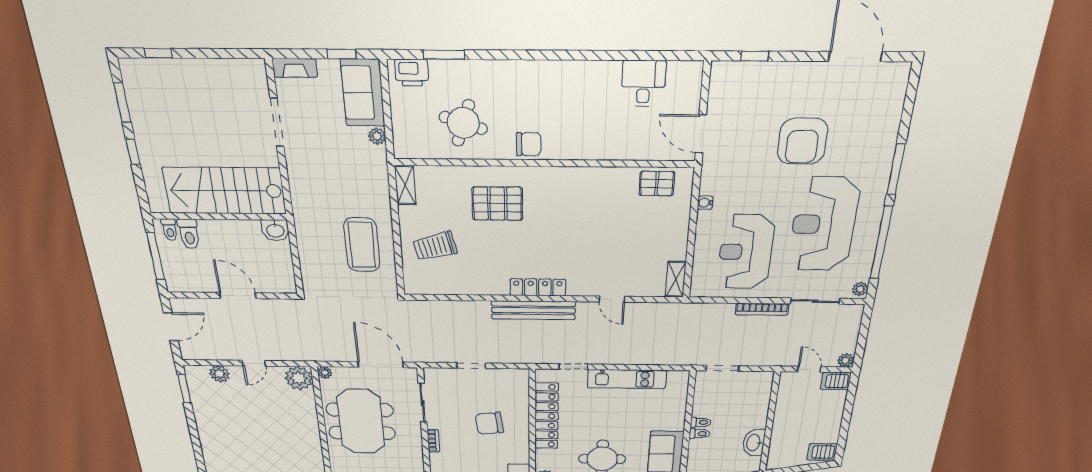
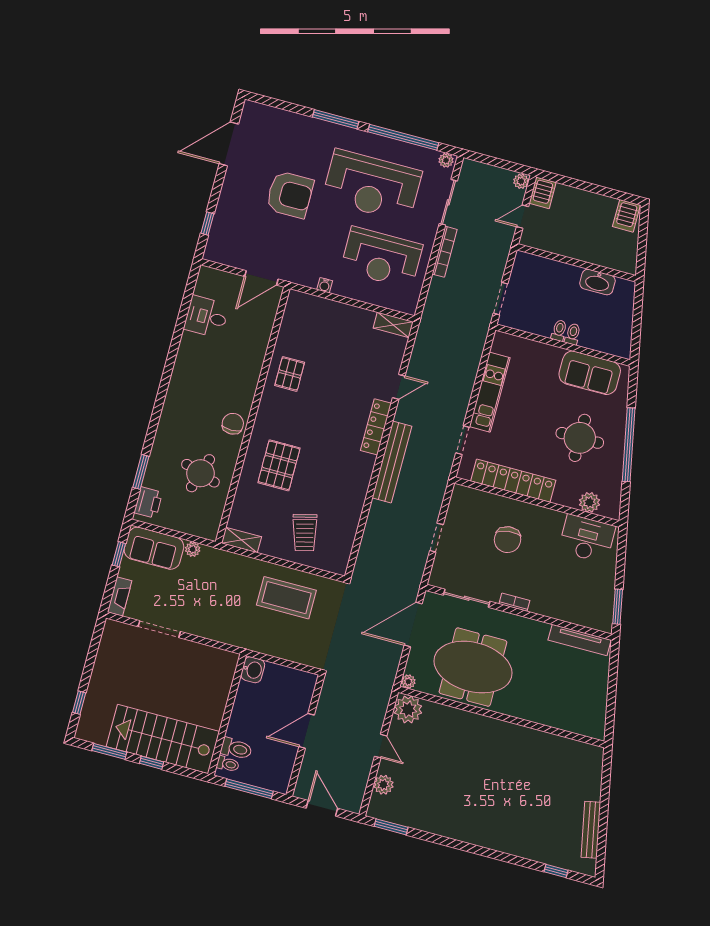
pallet: (657, 184) -> (290, 374), moved
stairs: (225, 191) -> (163, 739), moved, turned 90
locker: (538, 287) -> (376, 427), moved

